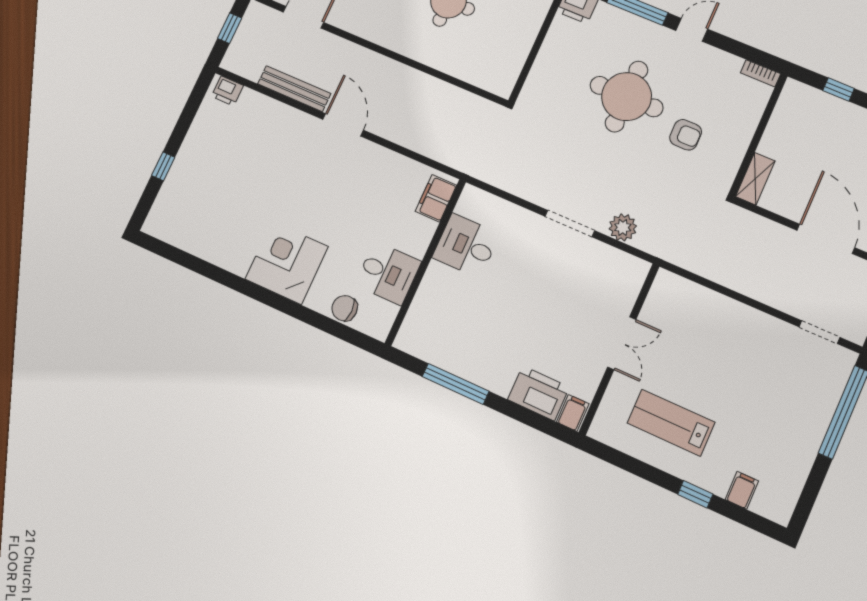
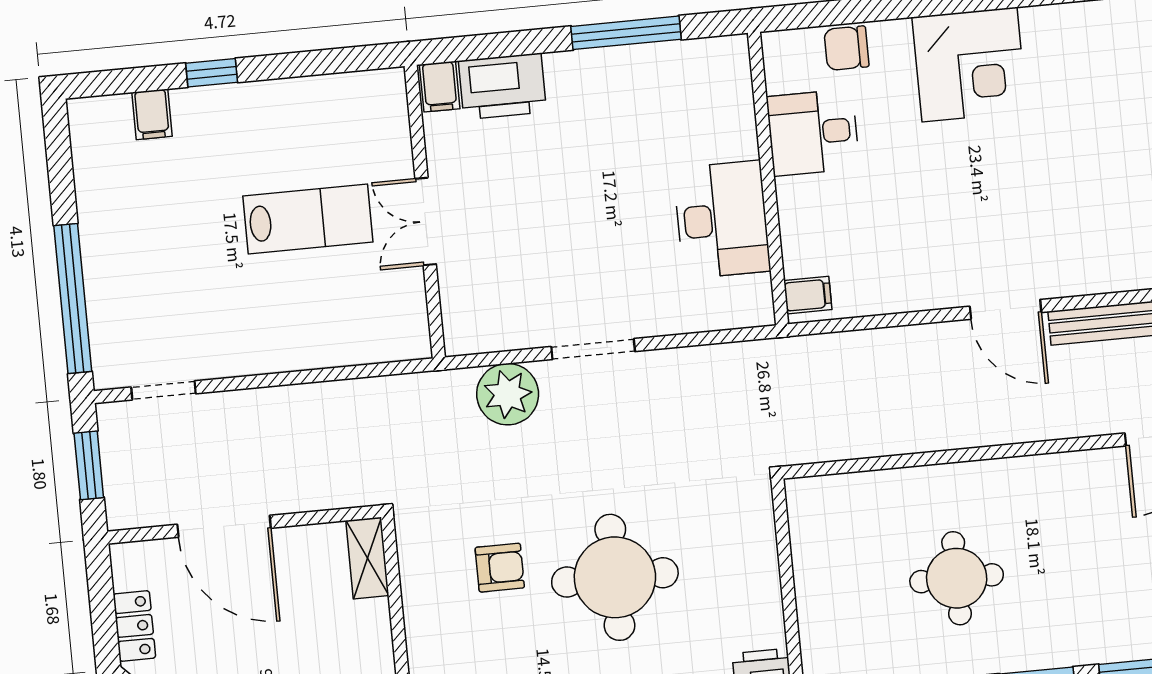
armchair: (686, 135) -> (500, 568), turned 180
filing cabinet: (436, 198) -> (808, 295), width x0.50
plant: (623, 227) -> (508, 394), width x1.36, depth x1.36
desk: (466, 246) -> (722, 220), width x1.37
chair: (345, 308) -> (846, 48), turned 180
lab bench: (671, 423) -> (308, 219), moved

